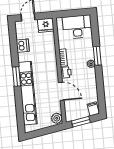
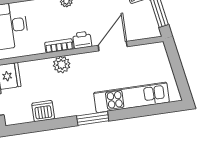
kitchen unit: (28, 93) -> (131, 97), width x0.73
plant: (57, 118) -> (62, 65), moved

